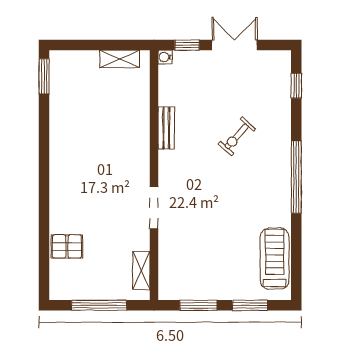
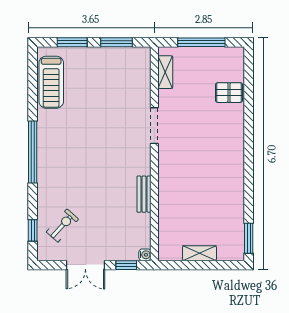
shelving: (120, 59) -> (199, 253), moved
exercise bike: (237, 136) -> (62, 226), moved

